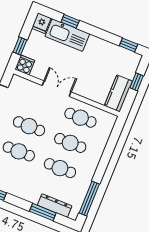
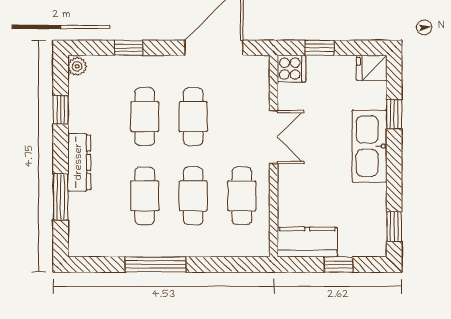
kitchen sink: (67, 35) -> (370, 146), moved
window: (89, 198) -> (155, 265), moved
dresser: (55, 206) -> (79, 162), moved

